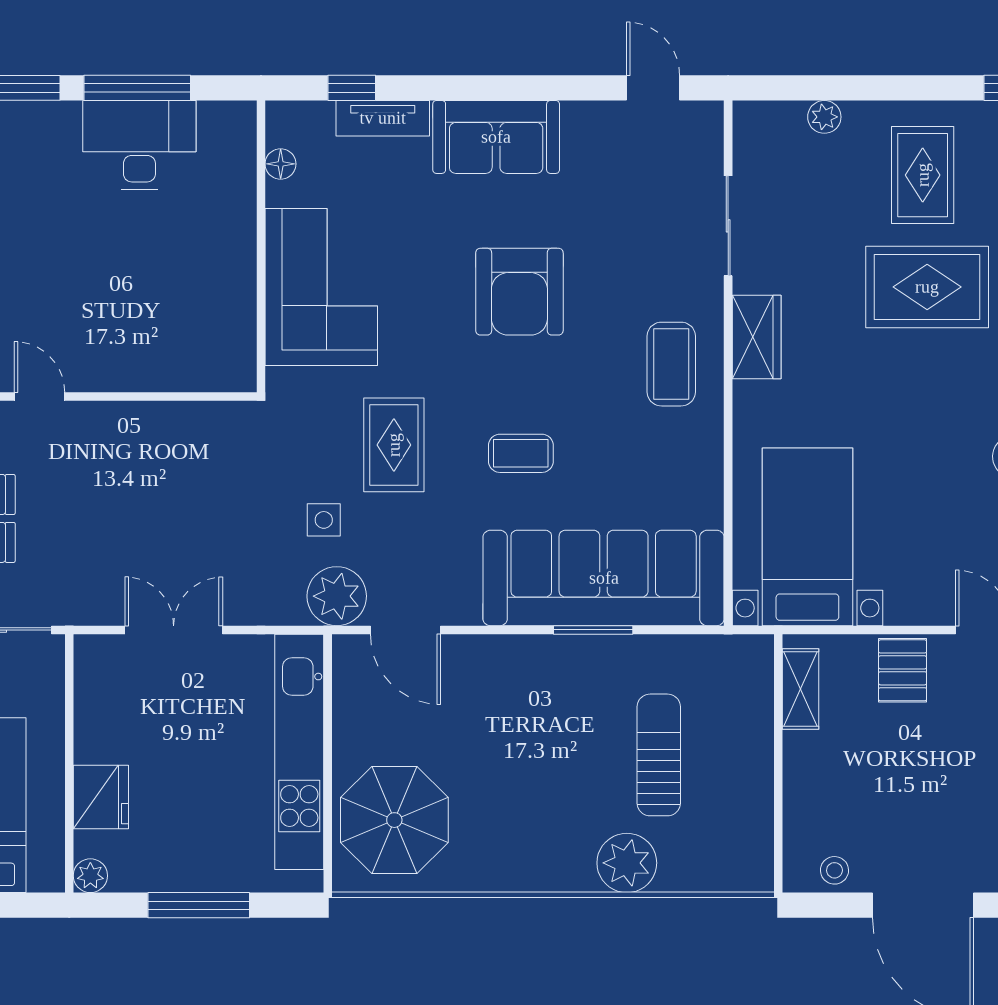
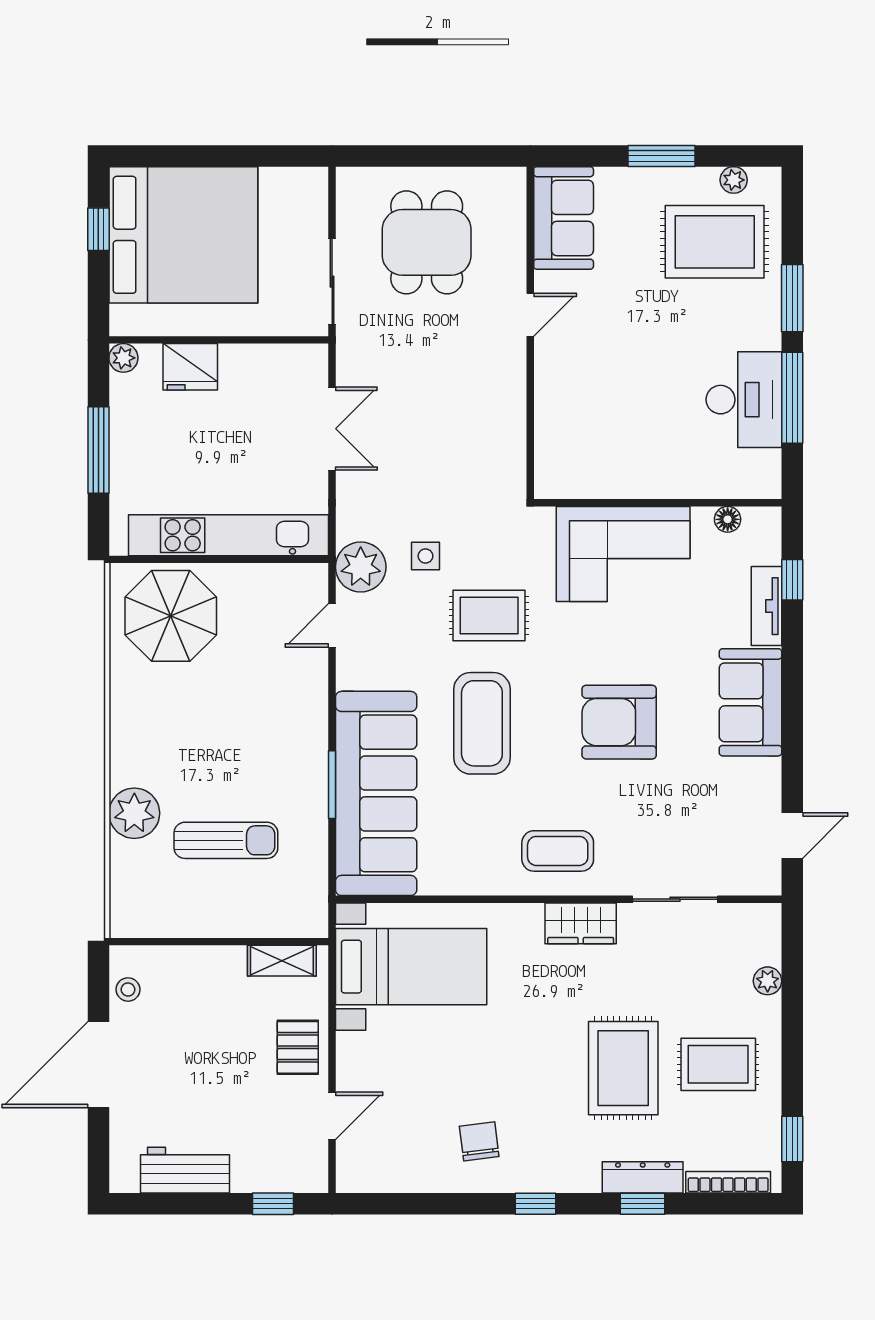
coffee table: (521, 453) -> (482, 723), width x1.86, depth x1.72
door: (405, 630) -> (332, 625), width x0.73
pallet: (903, 670) -> (298, 1047), turned 90

